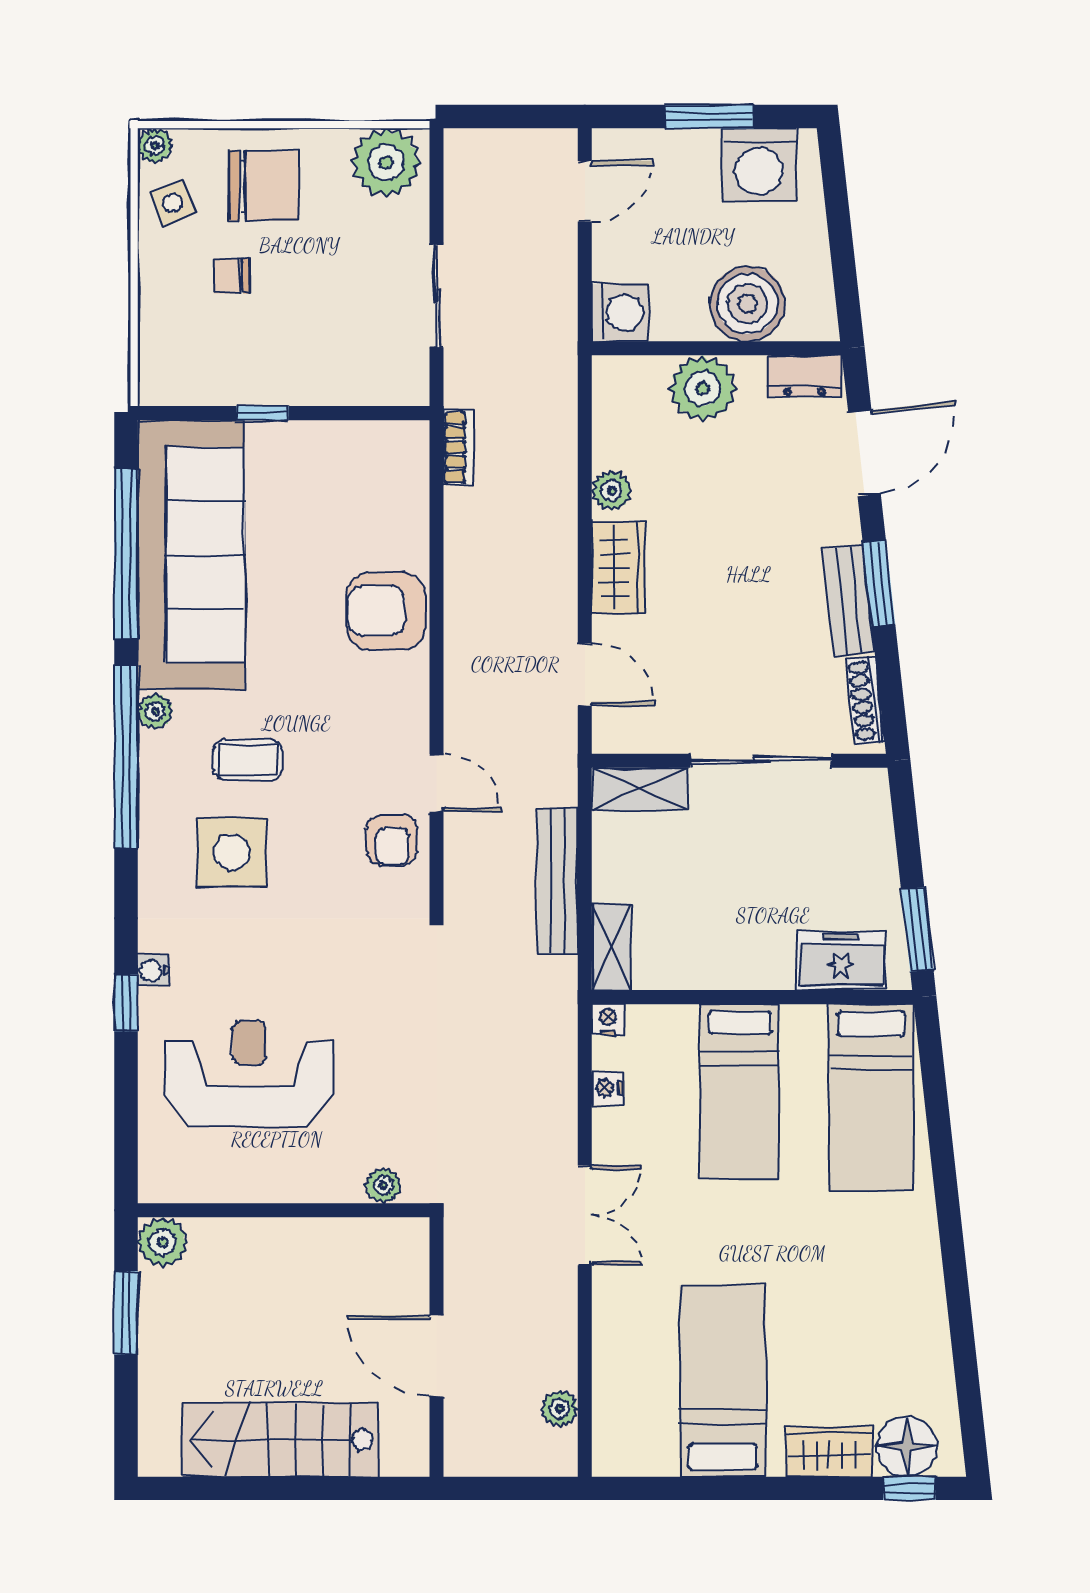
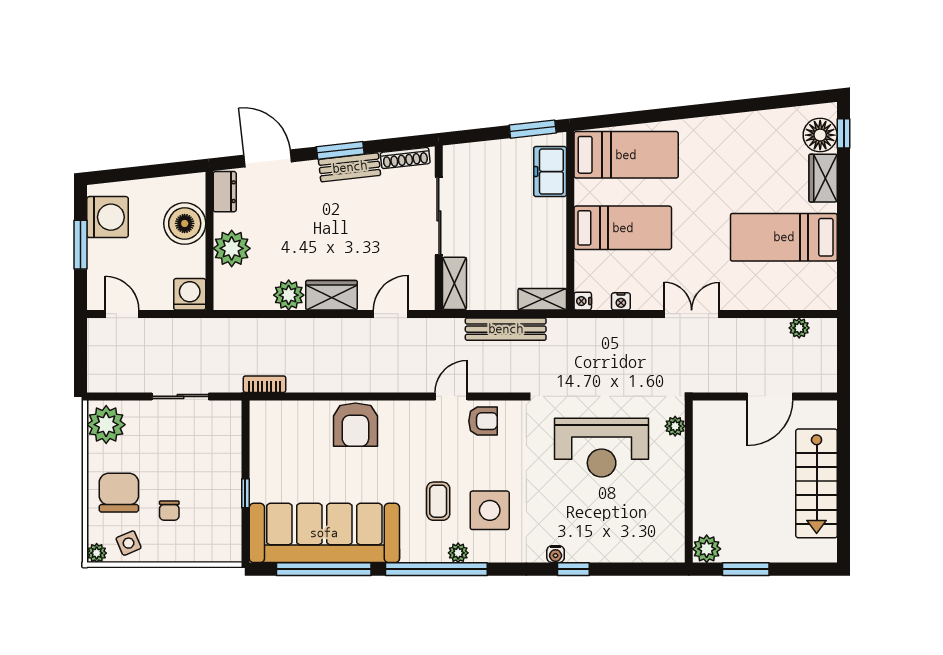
plant: (611, 491) -> (289, 295), width x1.38, depth x1.38
plant: (155, 711) -> (458, 553), moved
reception desk: (249, 1073) -> (602, 448), moved, turned -90

